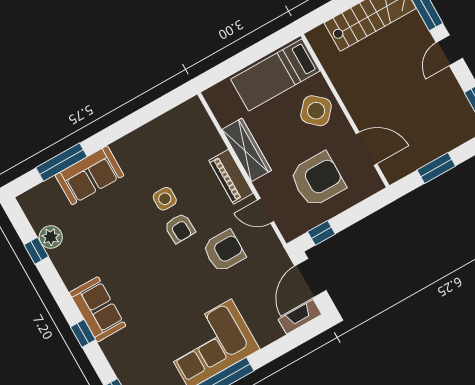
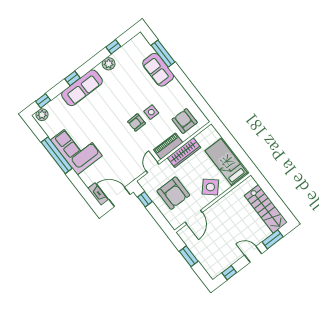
plant: (51, 237) -> (109, 64), moved
armchair: (224, 251) -> (185, 121), moved, turned 180
sofa: (98, 309) -> (82, 88), width x1.36

